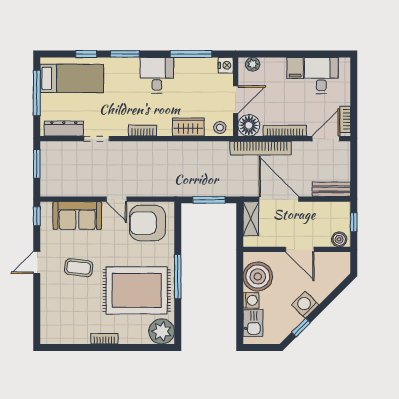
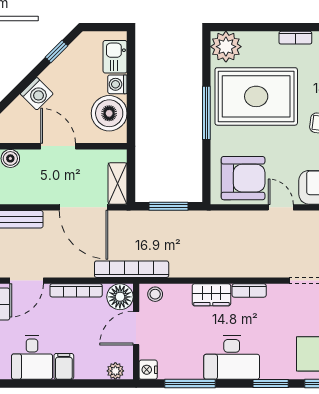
desk: (157, 75) -> (232, 358), width x1.37
wardrobe: (188, 127) -> (211, 295), moved
bookcase: (261, 148) -> (132, 269), moved
washing machine: (305, 305) -> (37, 94), moved

